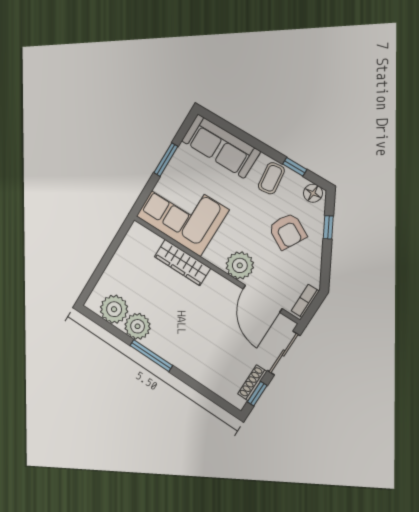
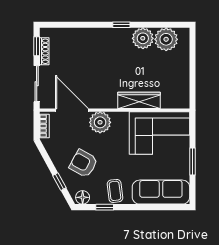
window: (151, 355) -> (121, 25), width x0.46

